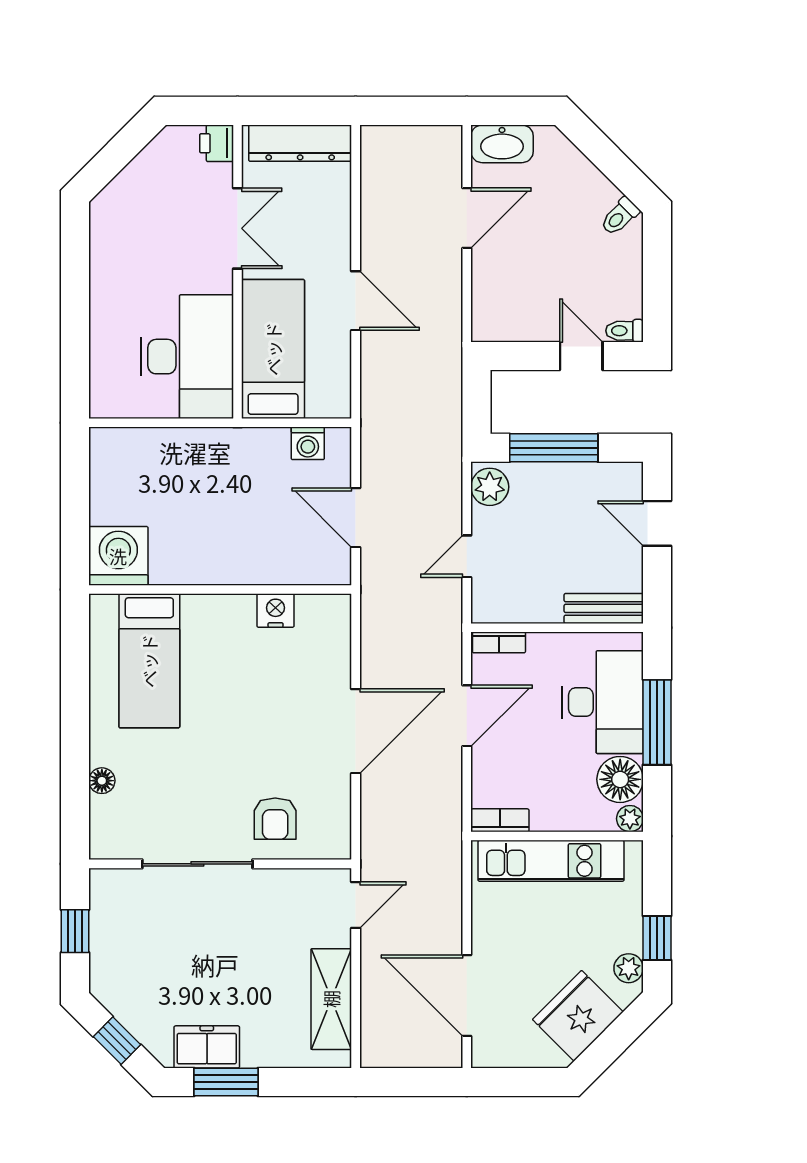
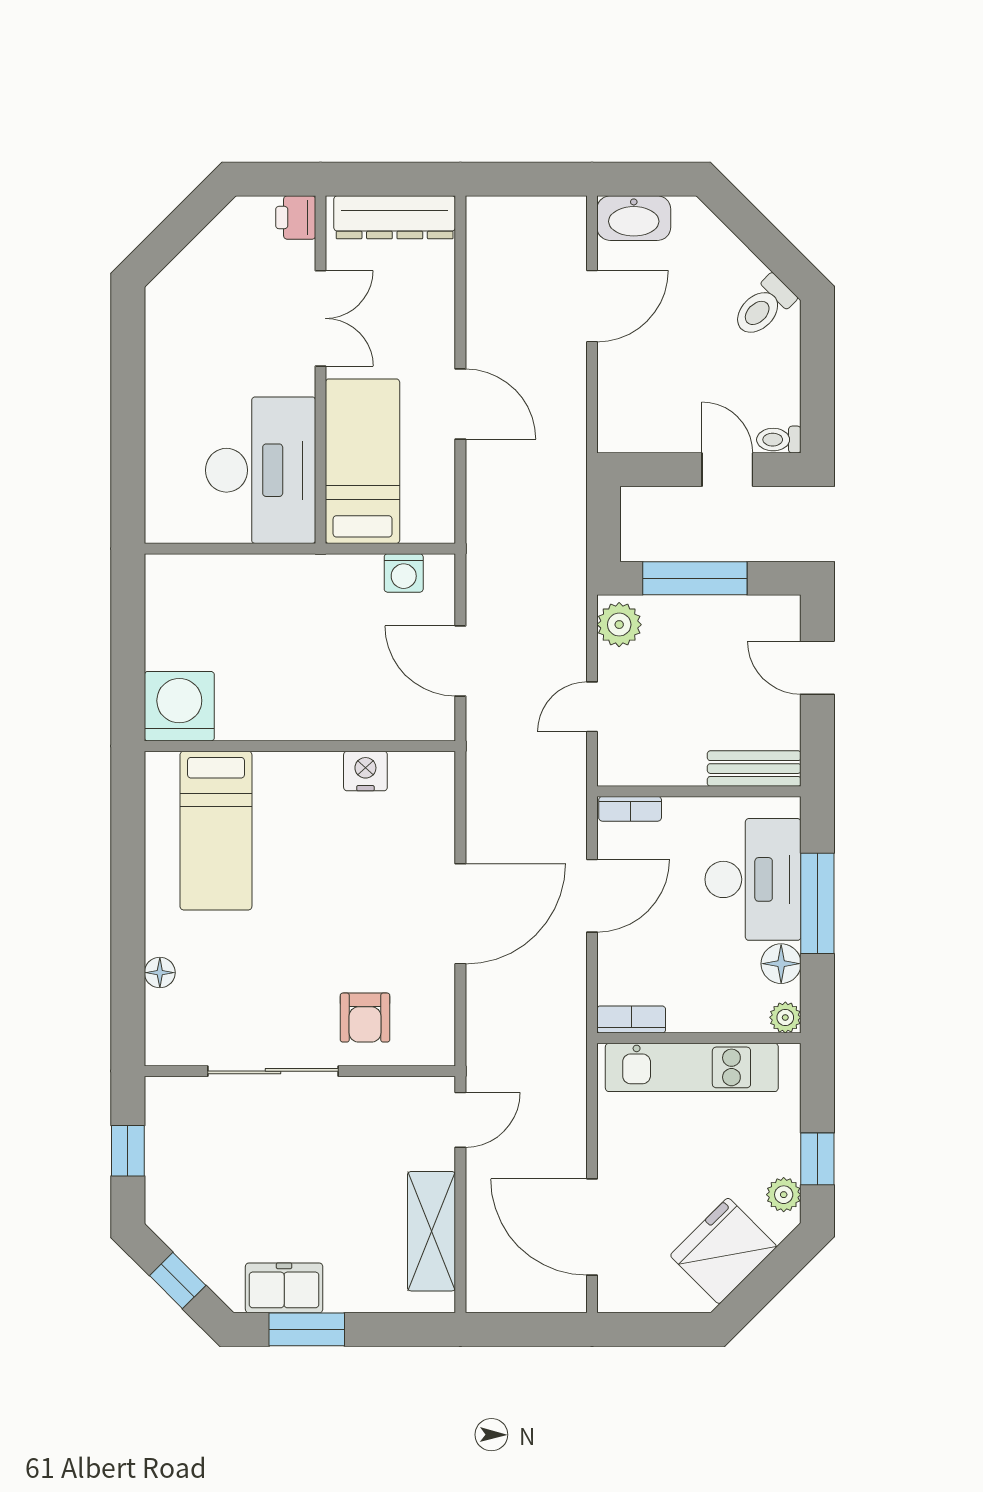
toilet: (620, 216) -> (763, 307), width x1.37, depth x1.39
floor lamp: (620, 779) -> (781, 964), width x0.73, depth x0.73

